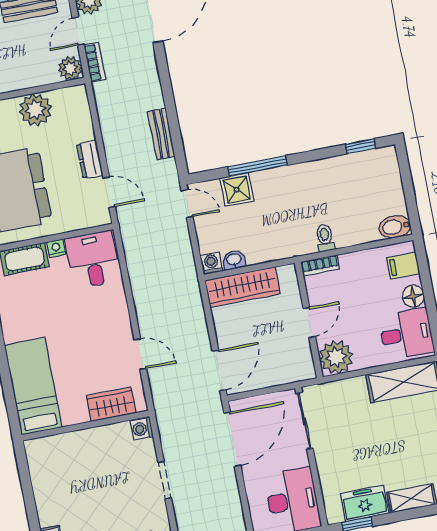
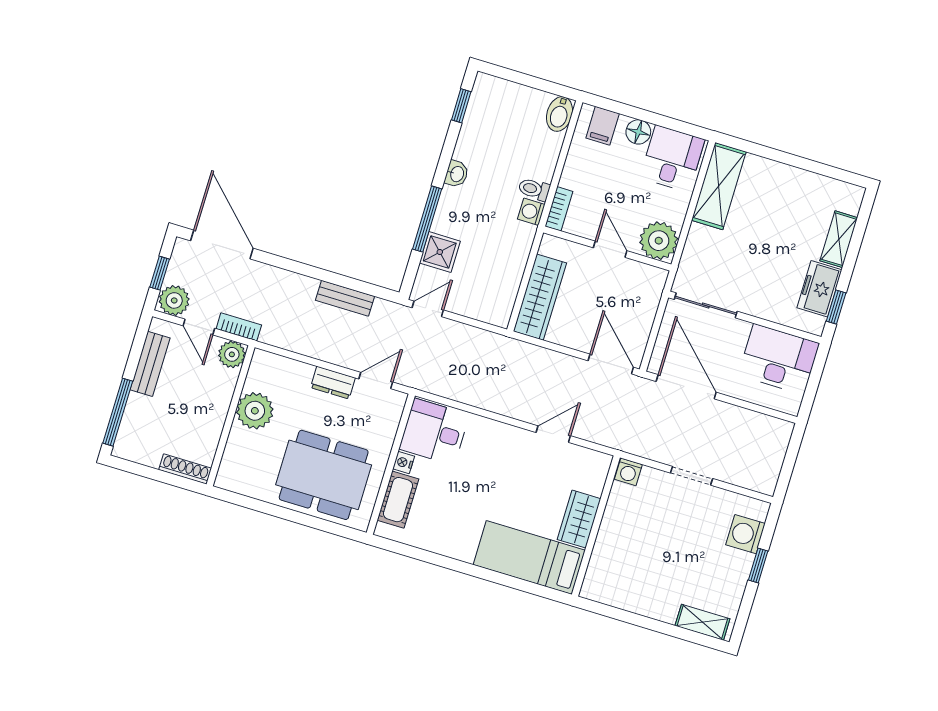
washbasin: (234, 260) -> (457, 174), moved, turned 180
washing machine: (211, 263) -> (531, 212), moved
wardrobe: (111, 404) -> (579, 519), moved

